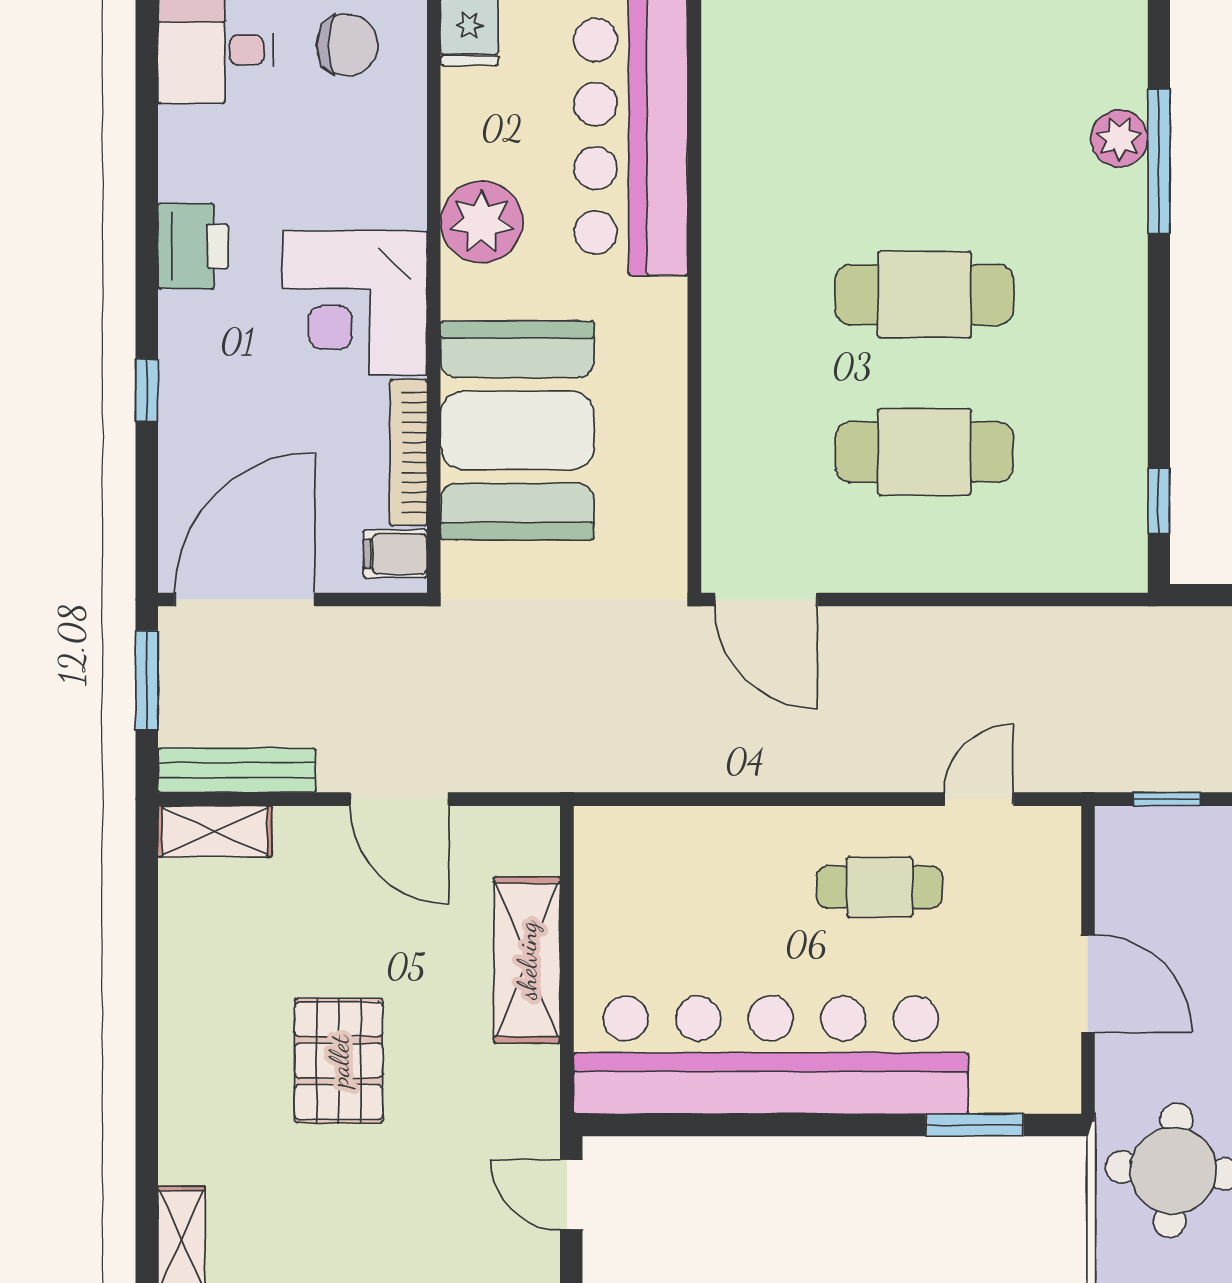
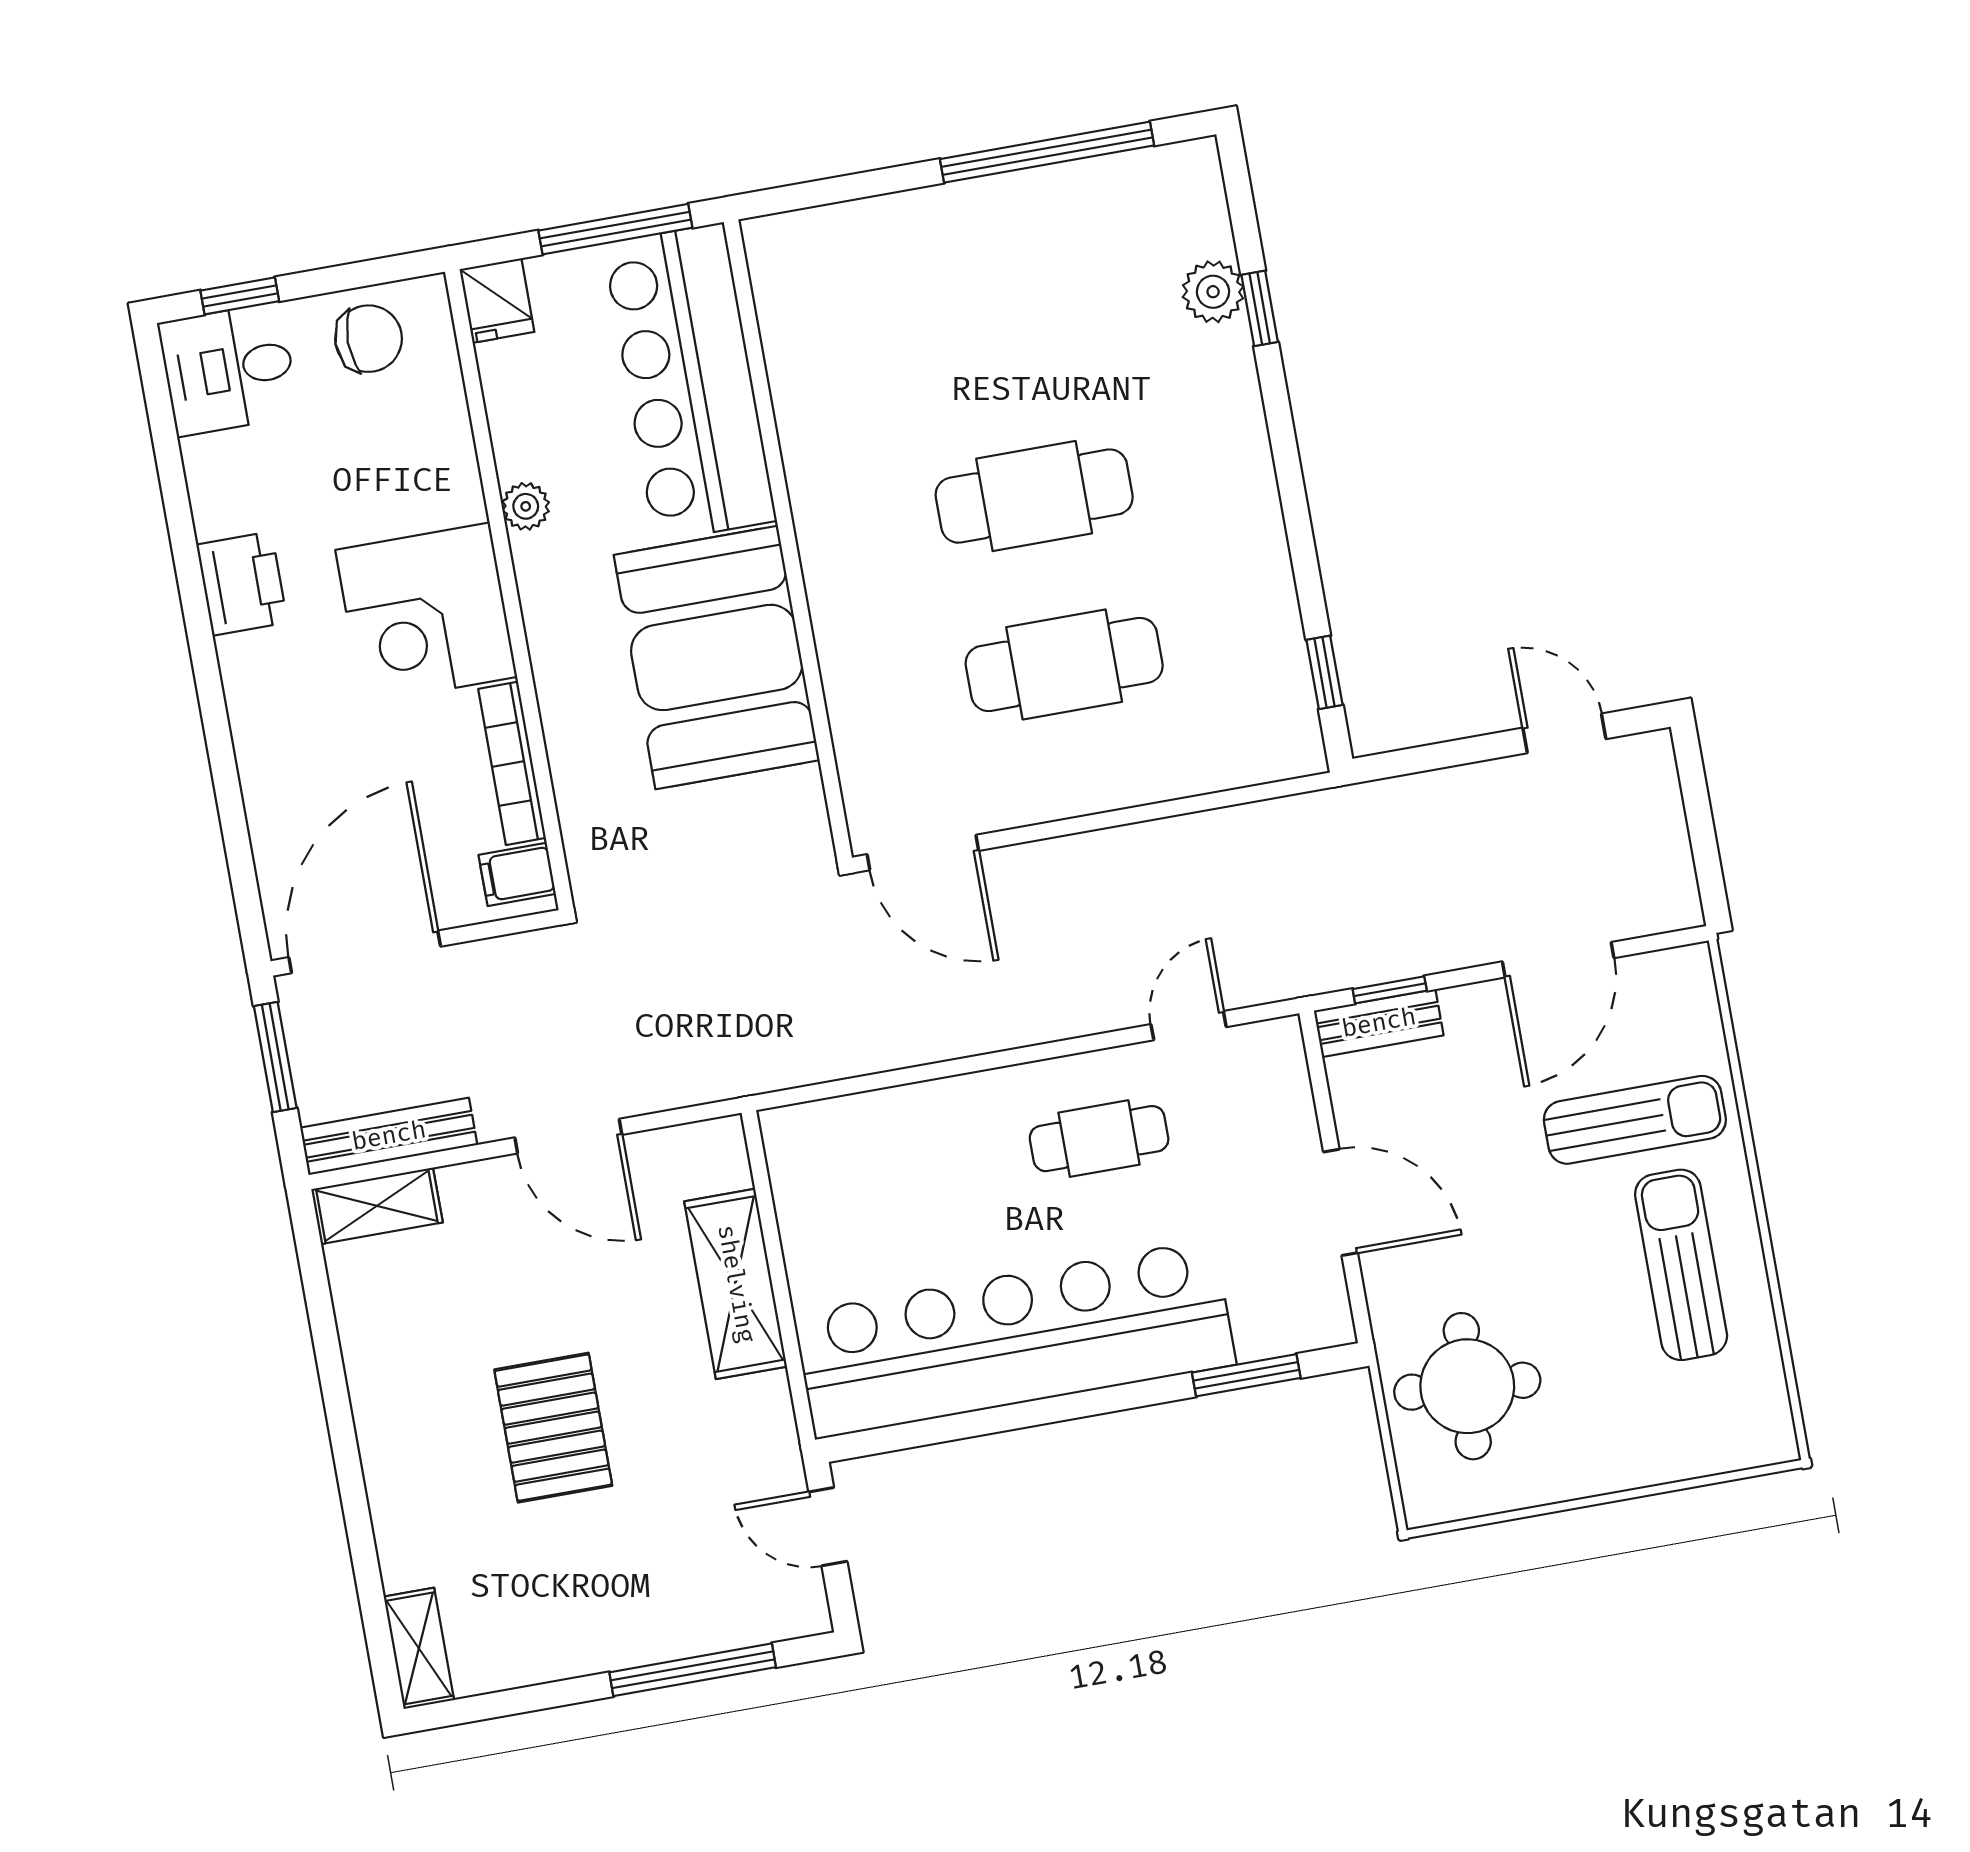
window: (1159, 161) -> (1260, 308), width x0.46
plant: (481, 222) -> (526, 506), width x0.53, depth x0.53
window: (147, 390) -> (220, 747), removed
booth: (517, 430) -> (717, 657), moved
bench: (1151, 827) -> (1379, 1023), added

